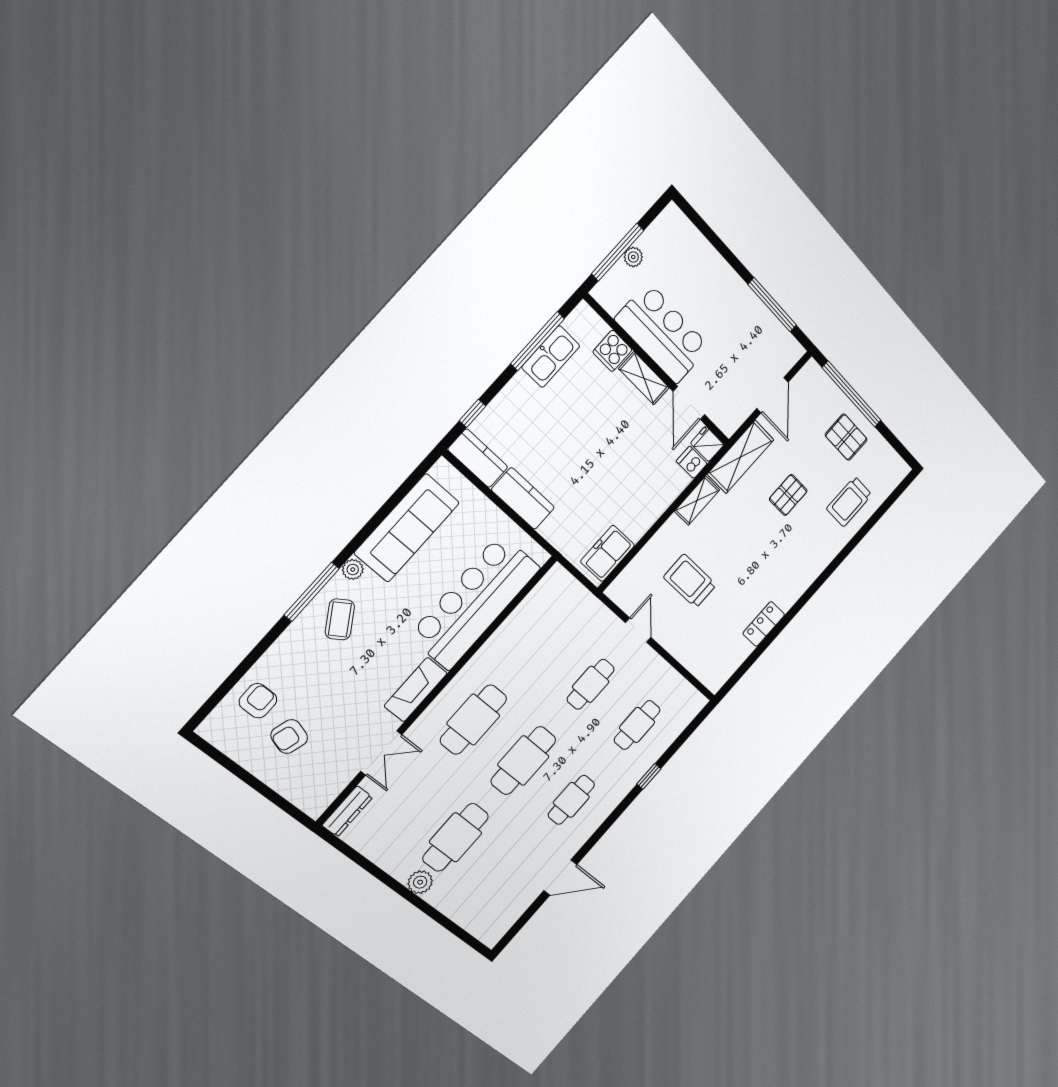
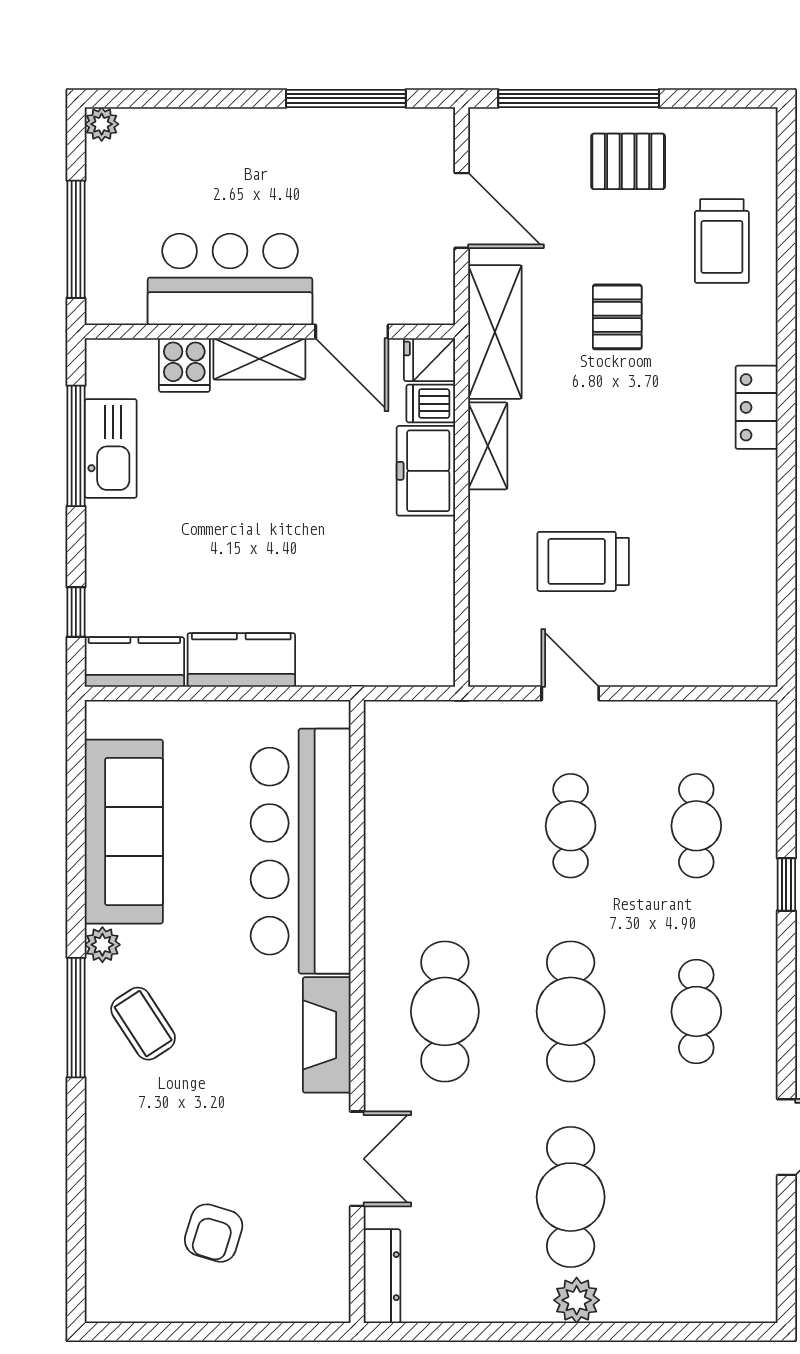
plant: (633, 257) -> (102, 124), moved
freezer: (608, 553) -> (426, 471), moved
locker: (764, 624) -> (757, 407), moved
armchair: (258, 701) -> (132, 1217), removed

